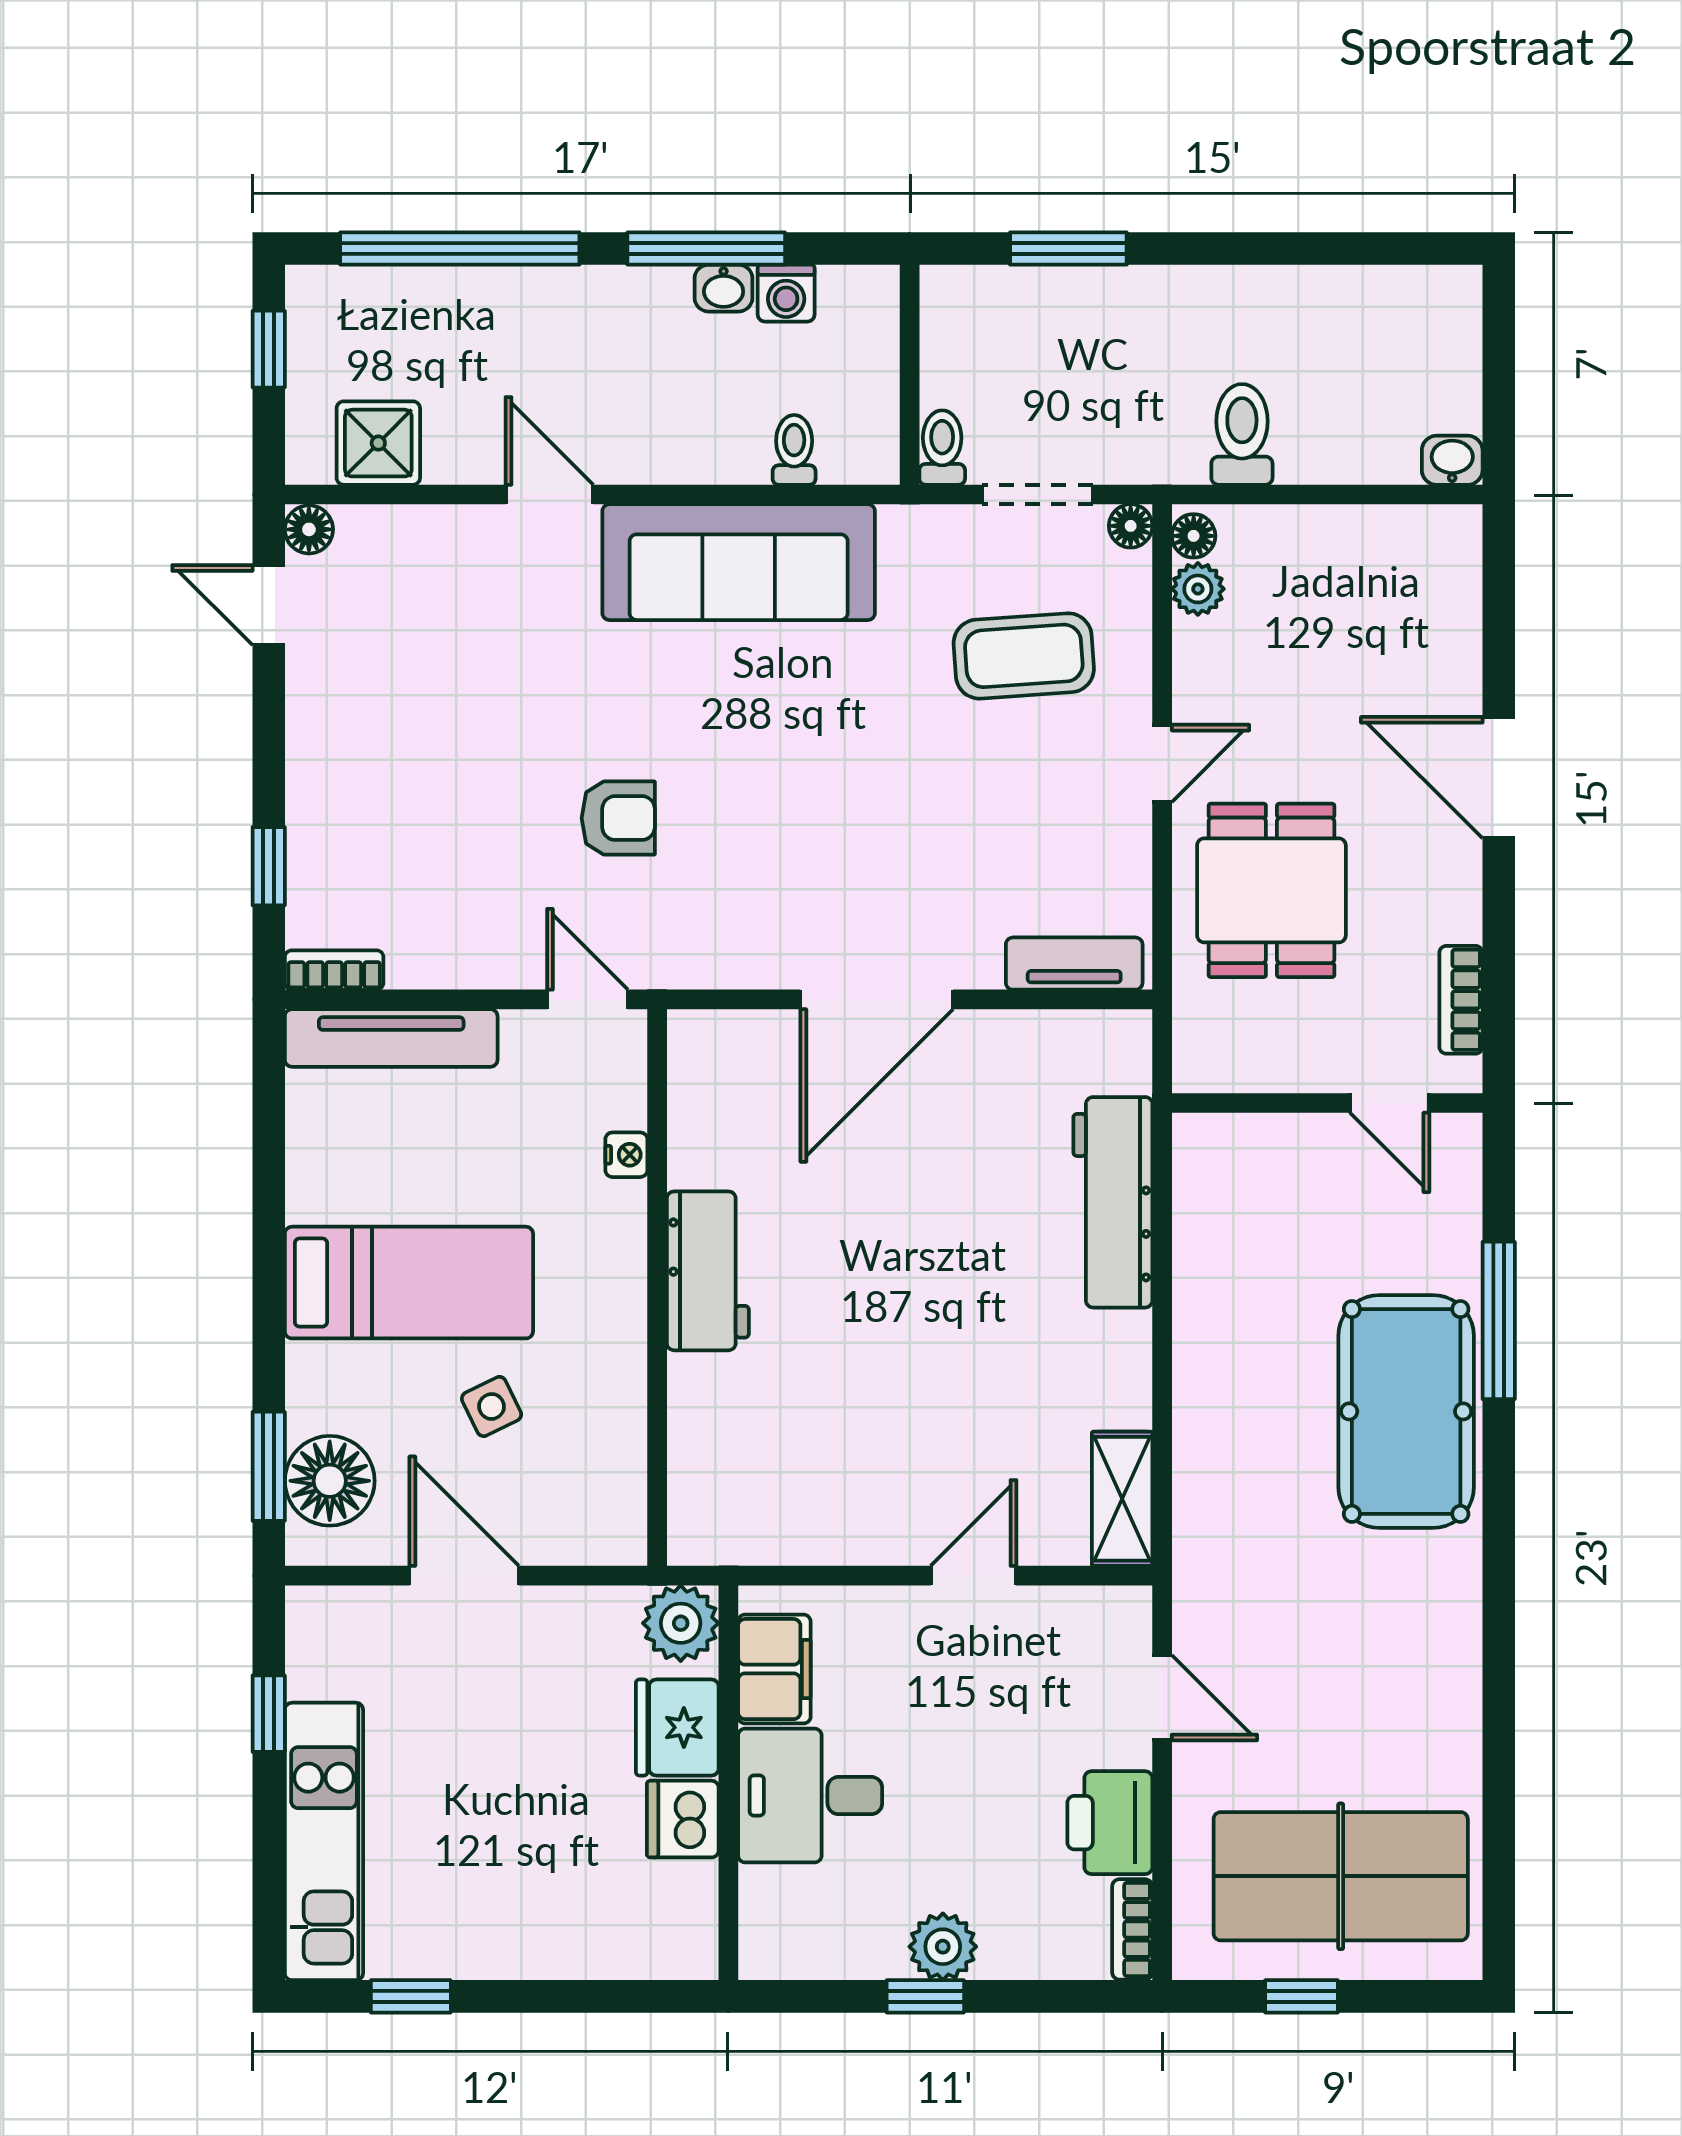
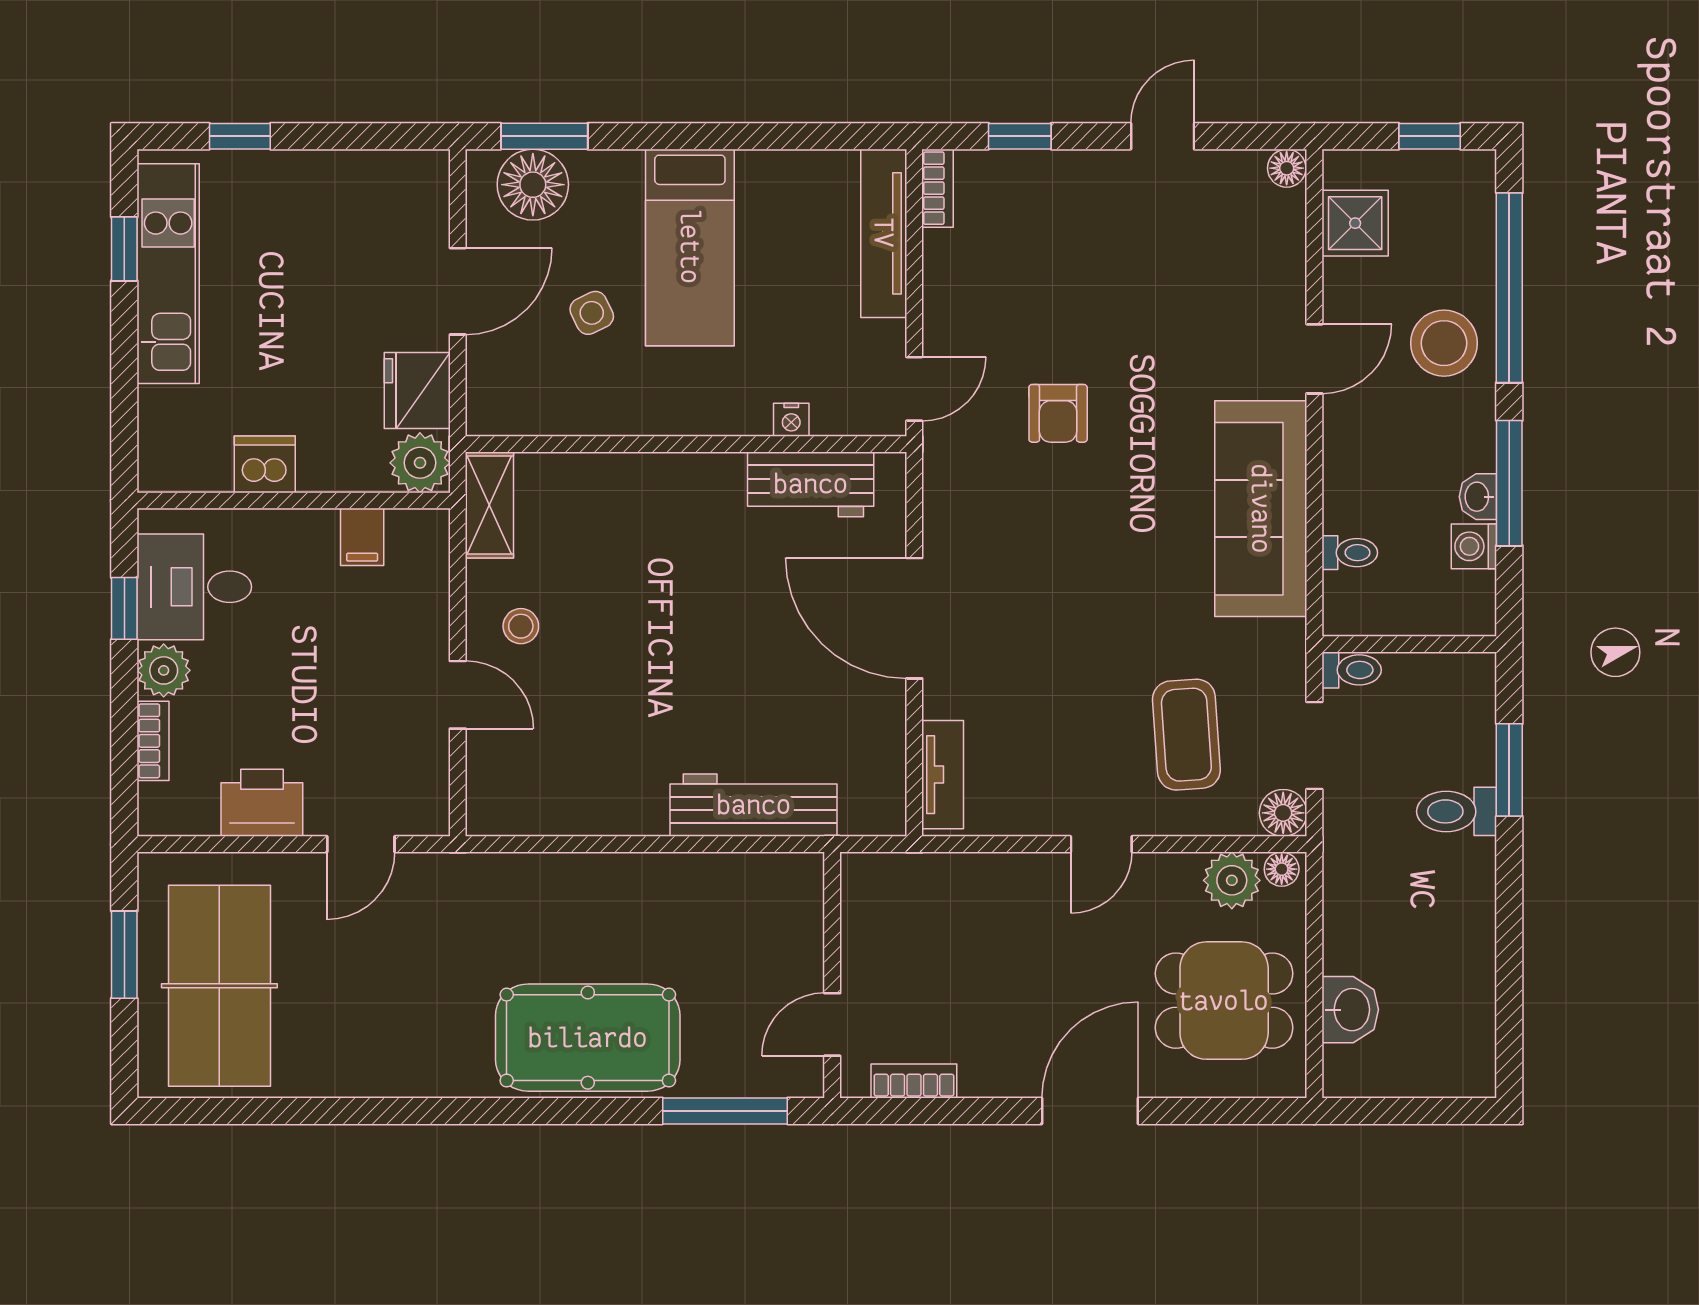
stool: (530, 331) -> (1444, 343), added
toilet: (1242, 434) -> (1457, 811), moved, turned 180
washbasin: (1452, 460) -> (1350, 1010), moved, width x1.38, depth x1.45
floor lamp: (1131, 526) -> (1283, 813), width x1.37, depth x1.37
plant: (1198, 589) -> (1232, 880), width x1.38, depth x1.38
door: (269, 605) -> (1163, 136), moved
door: (1162, 763) -> (1101, 844), hinge flipped
dining table: (1271, 890) -> (1224, 1001), moved
workbench: (708, 1271) -> (811, 484), moved
window: (1499, 1320) -> (725, 1111), moved
stool: (887, 1496) -> (521, 626), added
shelving: (1122, 1499) -> (489, 505), moved, turned 90
filing cabinet: (774, 1669) -> (362, 537), width x0.50
window: (269, 1714) -> (240, 136), moved
fridge: (677, 1727) -> (417, 391), moved, turned -90
desk: (810, 1796) -> (194, 587), moved, turned -90
kitchen unit: (324, 1841) -> (168, 274), moved, turned -90
bookcase: (1132, 1929) -> (153, 741), moved, turned 90
window: (925, 1996) -> (124, 608), moved
window: (1301, 1996) -> (124, 955), width x1.50

